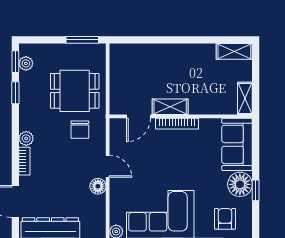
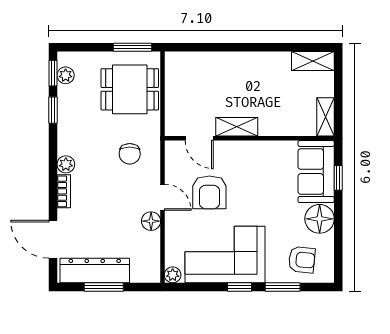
dining table: (75, 91) -> (130, 89), moved
door: (139, 116) -> (199, 138), hinge flipped
bookcase: (177, 124) -> (245, 147), removed
armchair: (147, 162) -> (209, 192), added
window: (256, 190) -> (338, 178), moved
armchair: (225, 219) -> (302, 260), turned 96

